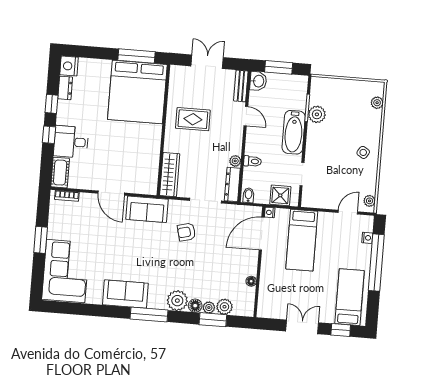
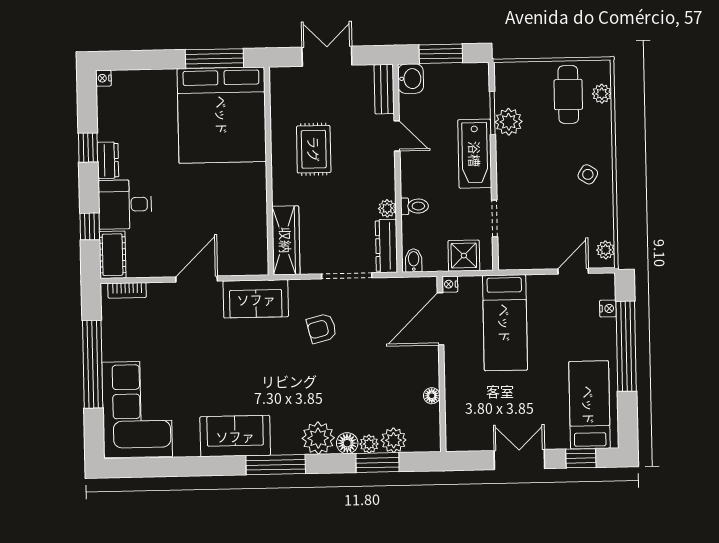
nightstand: (69, 66) -> (103, 78), width x0.53, depth x0.56
dresser: (65, 88) -> (108, 160), moved
cafe table: (356, 101) -> (568, 94), added
rug: (193, 119) -> (314, 149), turned 90
window: (49, 135) -> (90, 226), moved
door: (111, 193) -> (197, 279), swing flipped
window: (41, 240) -> (93, 364), width x2.11

